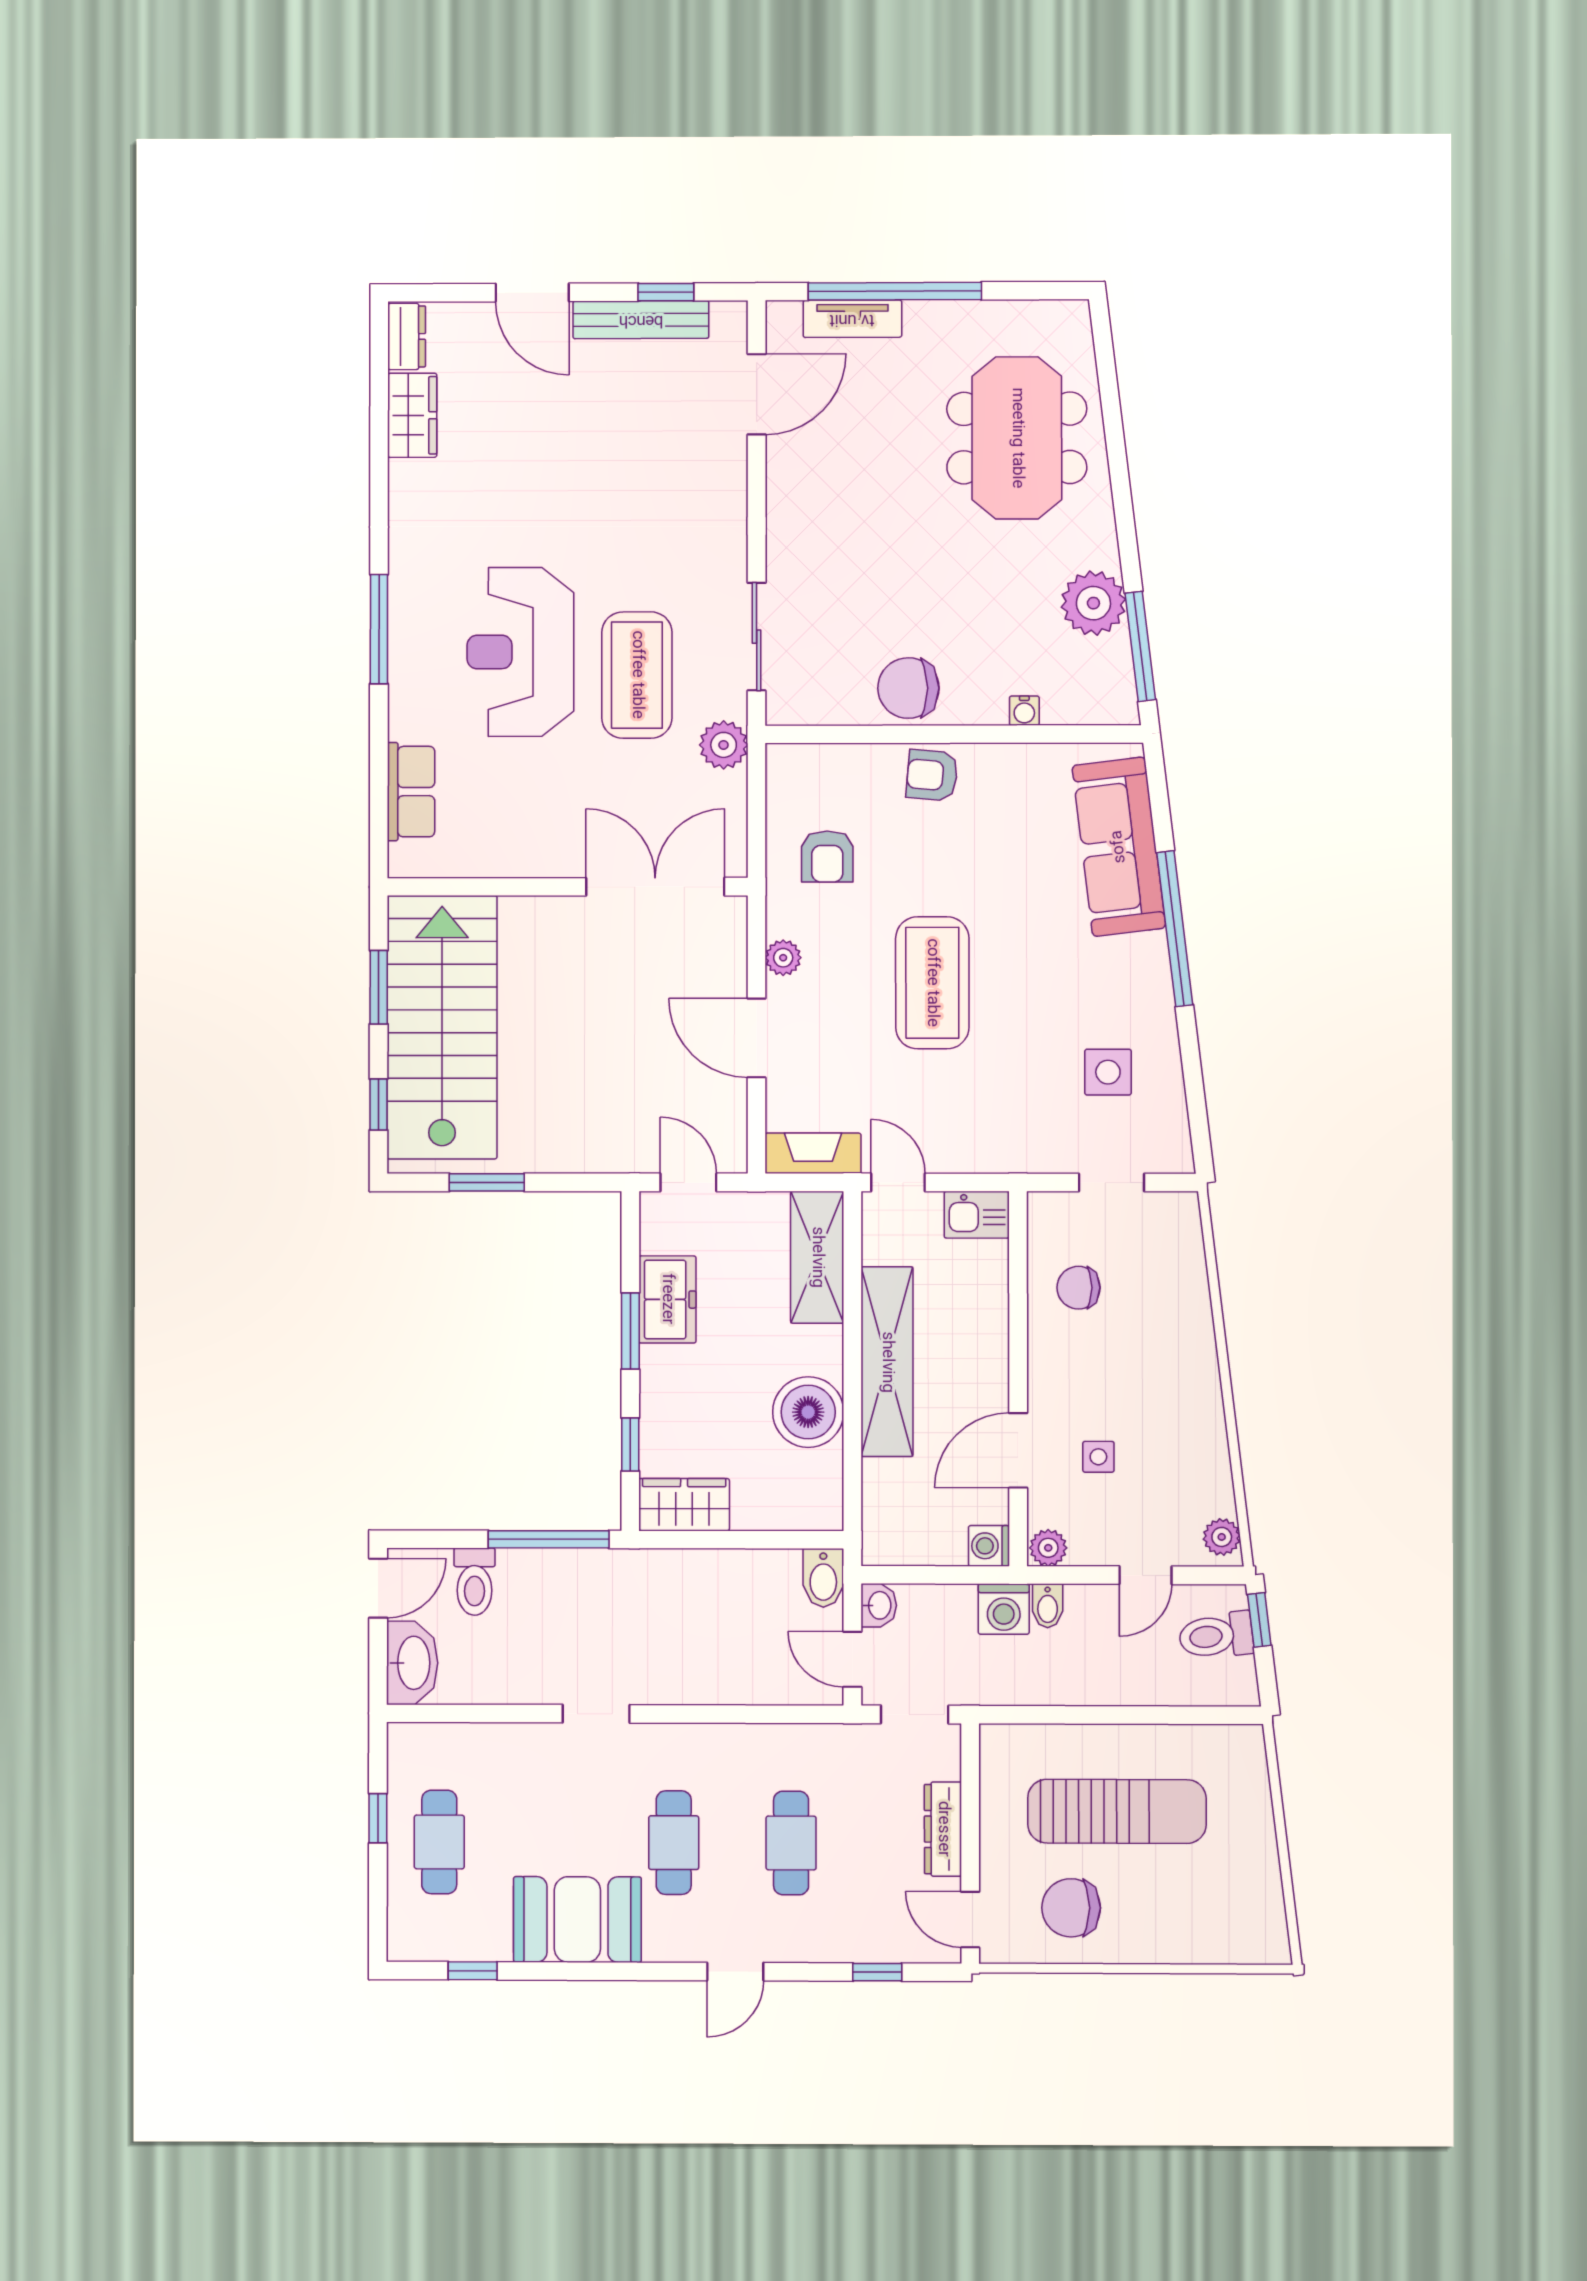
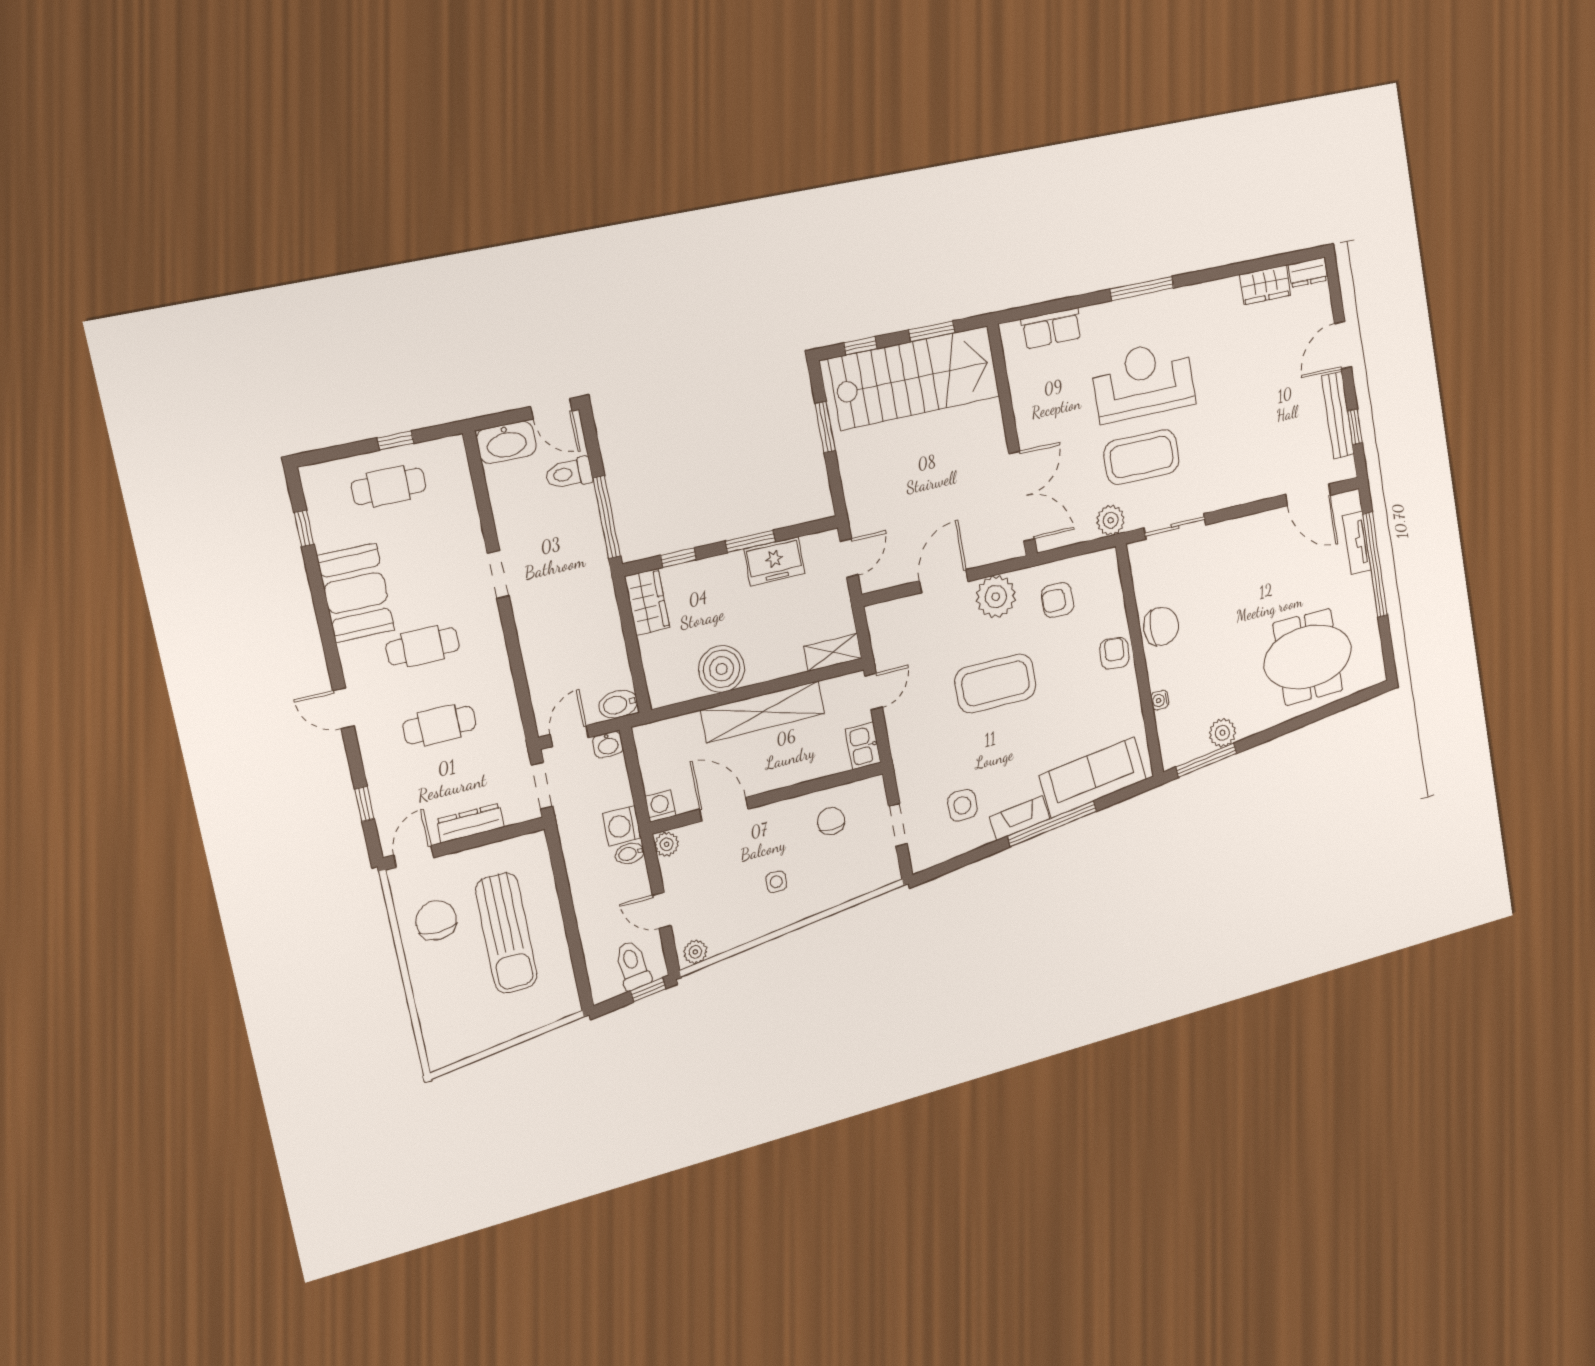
plant: (1093, 603) -> (1222, 733), width x0.73, depth x0.73
chair: (908, 688) -> (1161, 626), turned 90
plant: (783, 958) -> (996, 597), width x1.88, depth x1.88
fireplace: (813, 1153) -> (1020, 818), moved, turned -97
shelving: (817, 1257) -> (833, 652), width x0.67, depth x0.75
side table: (1098, 1457) -> (776, 882), moved

